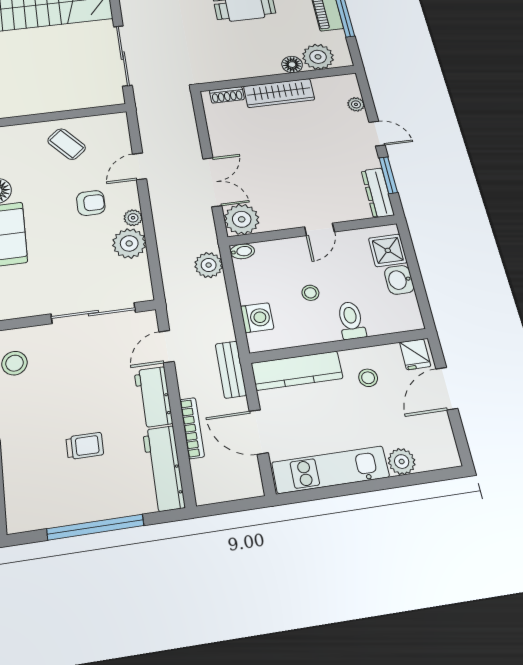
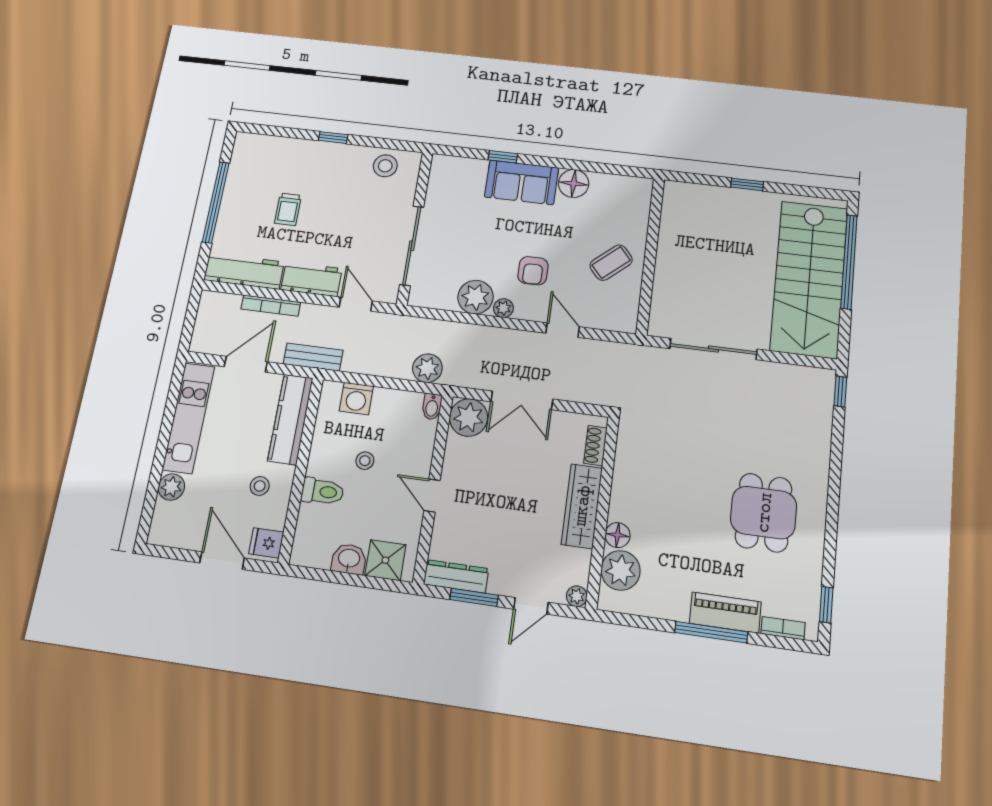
plant: (318, 57) -> (621, 570), moved
floor lamp: (292, 65) -> (618, 535), moved
wall: (278, 78) -> (602, 511), moved
wardrobe: (279, 93) -> (582, 506), moved
shoe rack: (227, 95) -> (595, 446), moved

